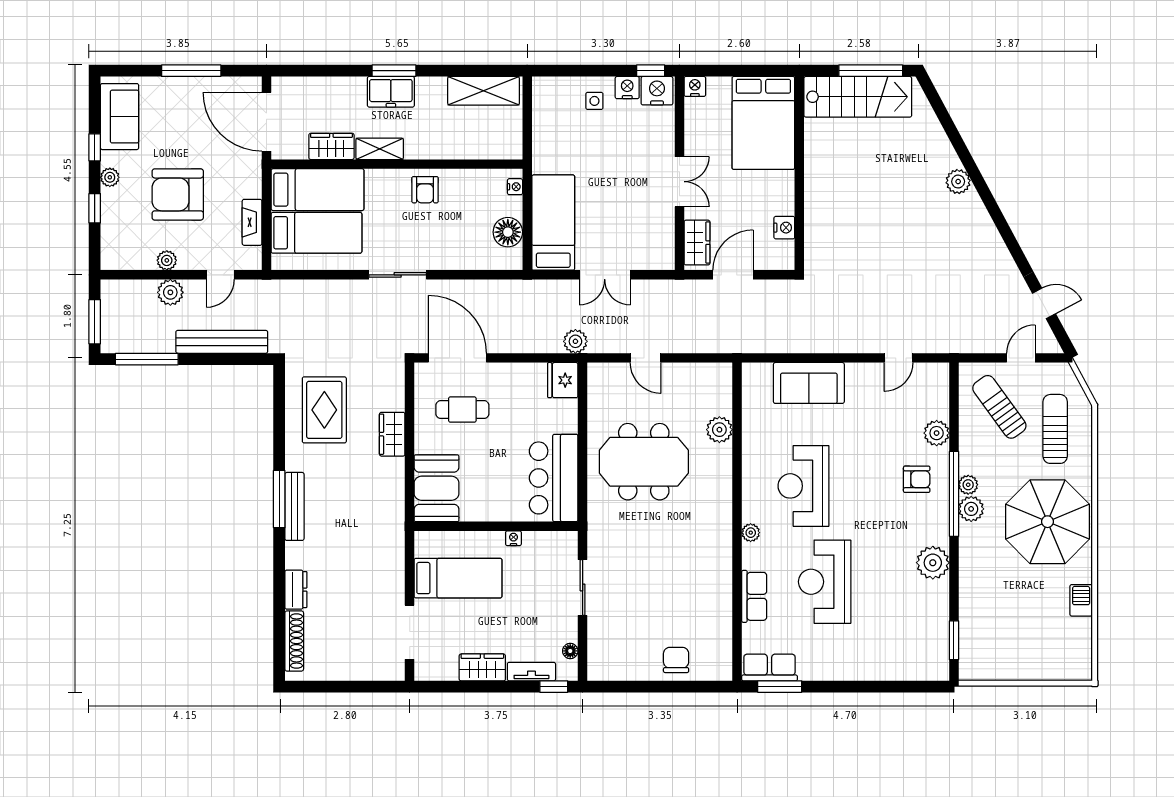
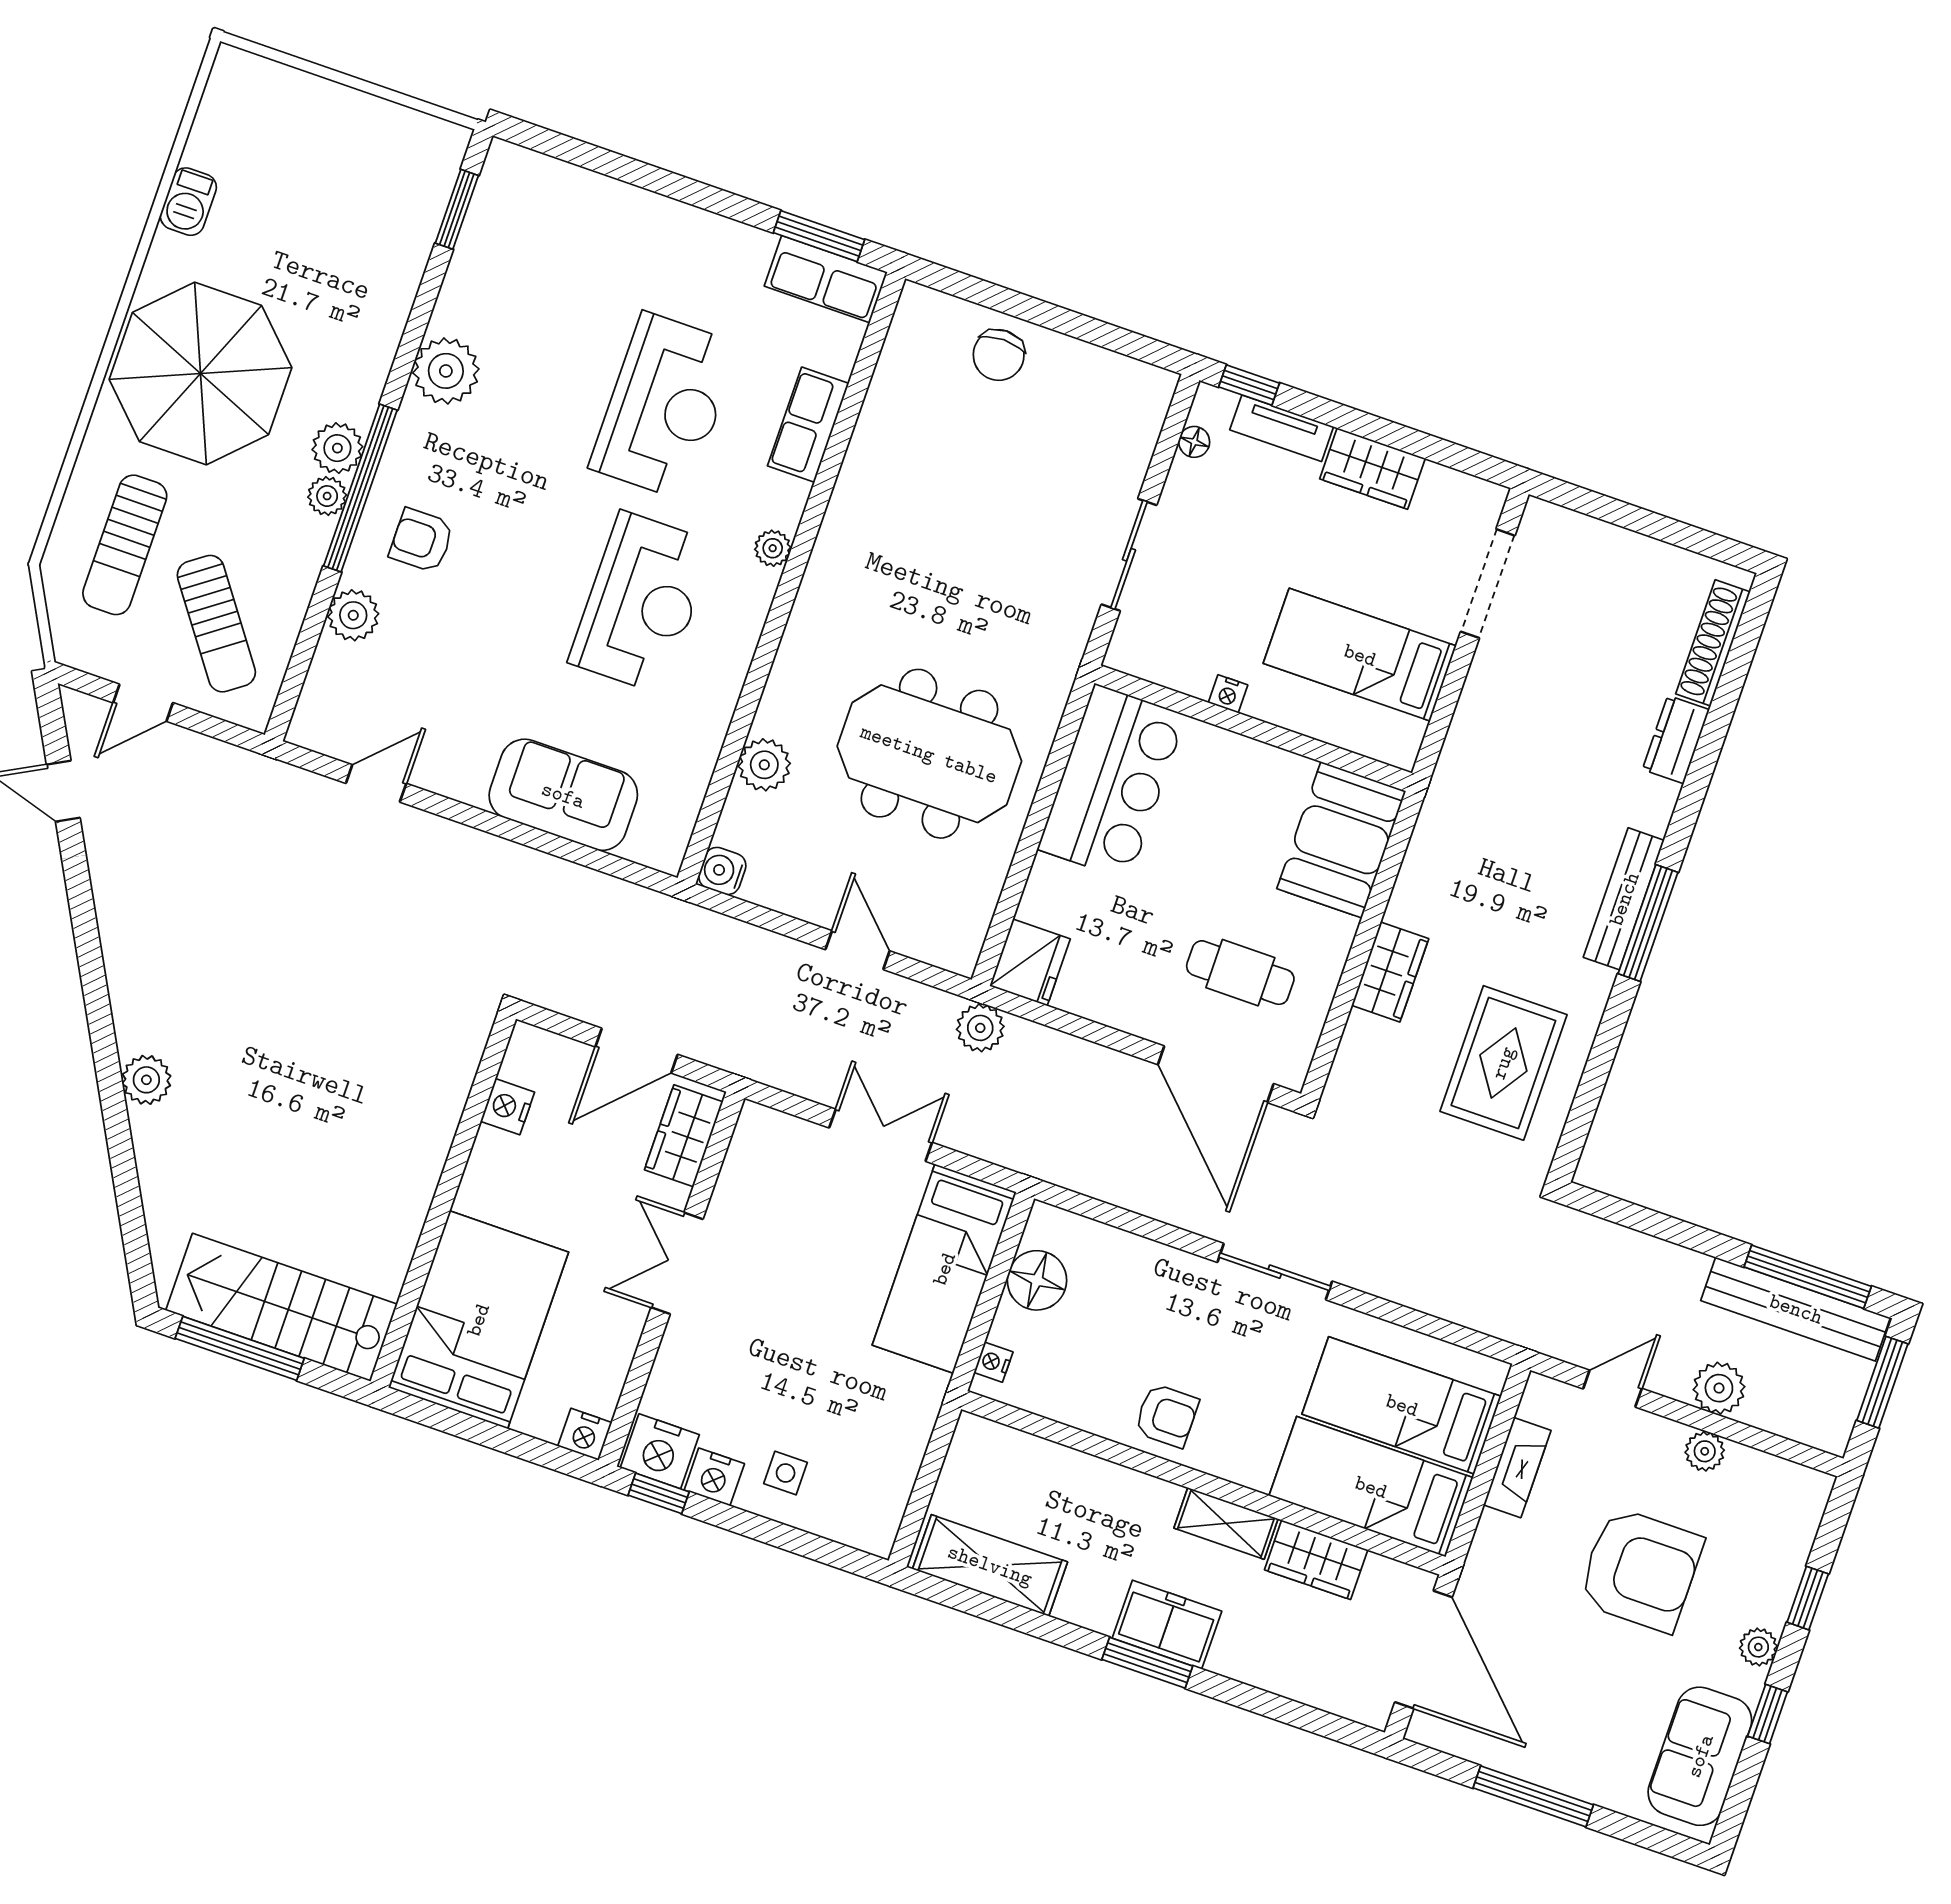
armchair: (425, 190) -> (1167, 1416), turned 90
bench: (222, 342) -> (1796, 1309), moved
water cooler: (722, 373) -> (722, 871), added

